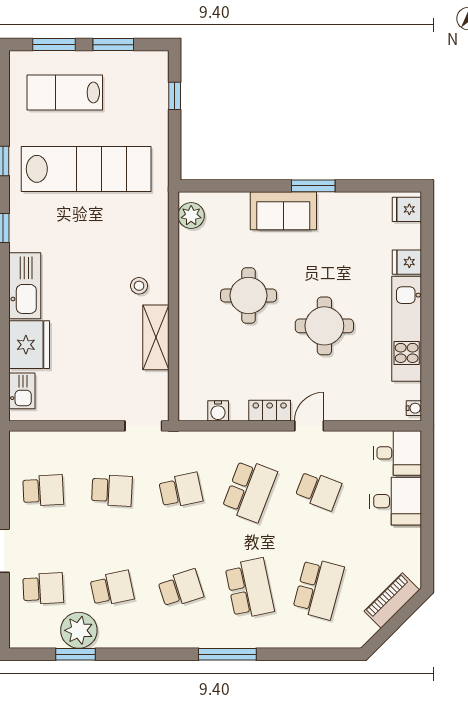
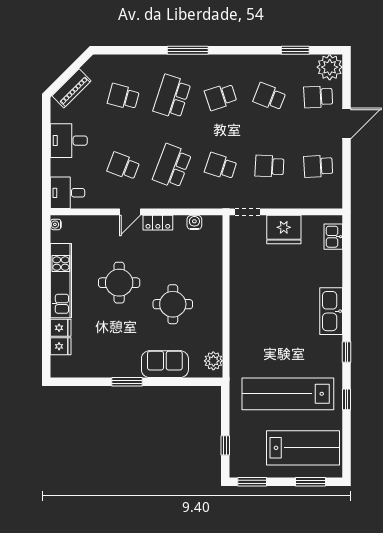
window: (113, 45) -> (252, 482), moved
lab bench: (65, 93) -> (303, 448), width x1.36, depth x1.39
fridge: (407, 209) -> (61, 346), moved
sofa: (283, 211) -> (165, 364), moved
stool: (139, 286) -> (250, 311), removed
shelving: (156, 337) -> (238, 275), removed
fridge: (29, 345) -> (284, 230), moved, turned -90
school desk: (181, 490) -> (221, 166), turned 30
desk: (396, 501) -> (69, 141), moved
school desk: (112, 589) -> (269, 97), turned 33
school desk: (250, 589) -> (172, 97), turned 30
school desk: (318, 589) -> (123, 97), width x0.54
plant: (79, 630) -> (330, 67), moved

